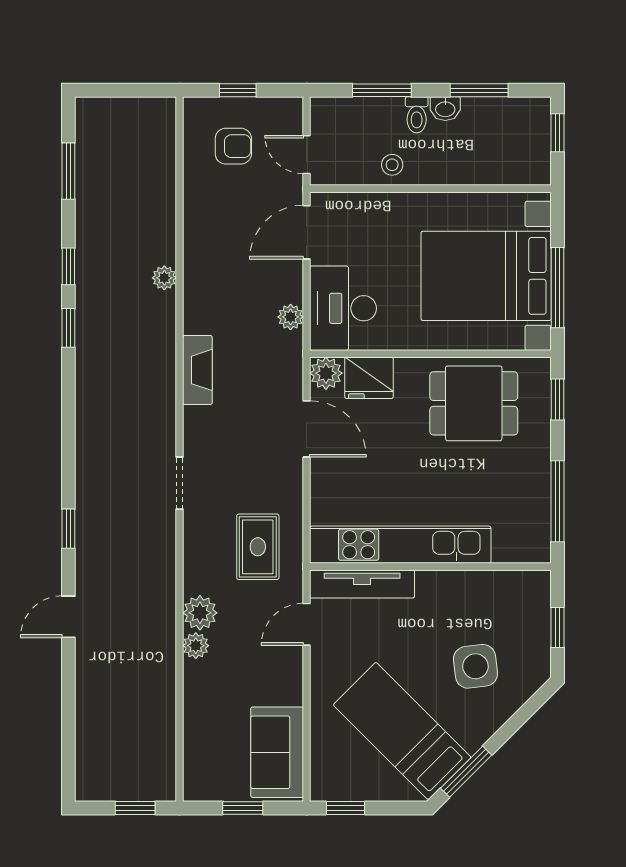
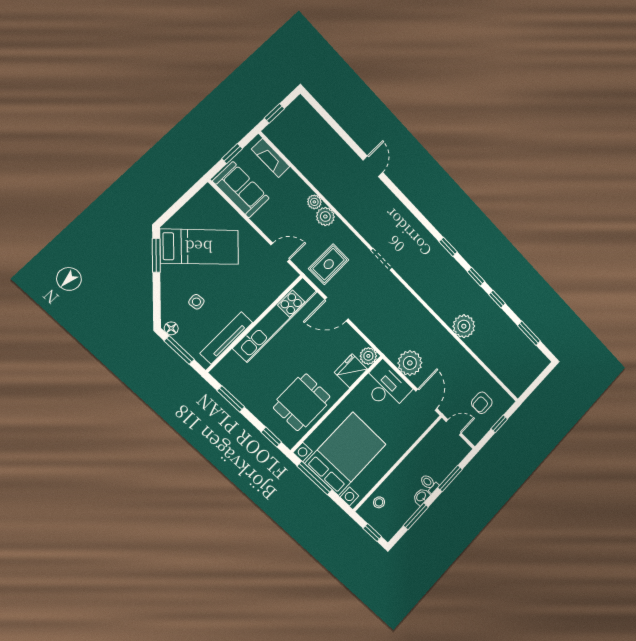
stool: (392, 165) -> (379, 502), moved
plant: (164, 278) -> (464, 326), width x1.88, depth x1.88
plant: (291, 317) -> (410, 363), width x1.88, depth x1.88
fireplace: (197, 370) -> (271, 158), moved
door: (307, 429) -> (337, 309), moved
window: (557, 501) -> (231, 399), width x0.69
window: (68, 529) -> (448, 247), moved
rug: (258, 547) -> (329, 264), turned 90
tv unit: (362, 584) -> (226, 338), moved
door: (307, 624) -> (280, 252), hinge flipped
window: (557, 627) -> (179, 350), width x1.50
floor lamp: (539, 664) -> (171, 328), added
side table: (475, 666) -> (196, 302), width x0.54, depth x0.54
window: (346, 808) -> (191, 193), removed

